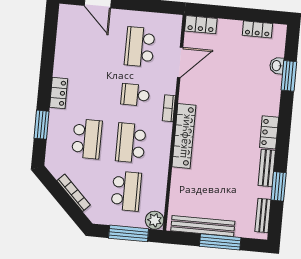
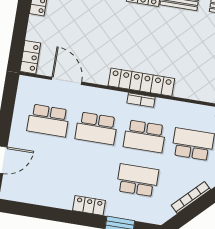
school desk: (135, 95) -> (96, 128), width x1.85
bookcase: (169, 108) -> (141, 100), moved

